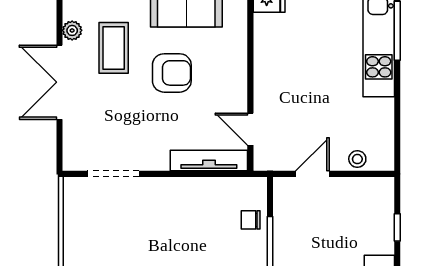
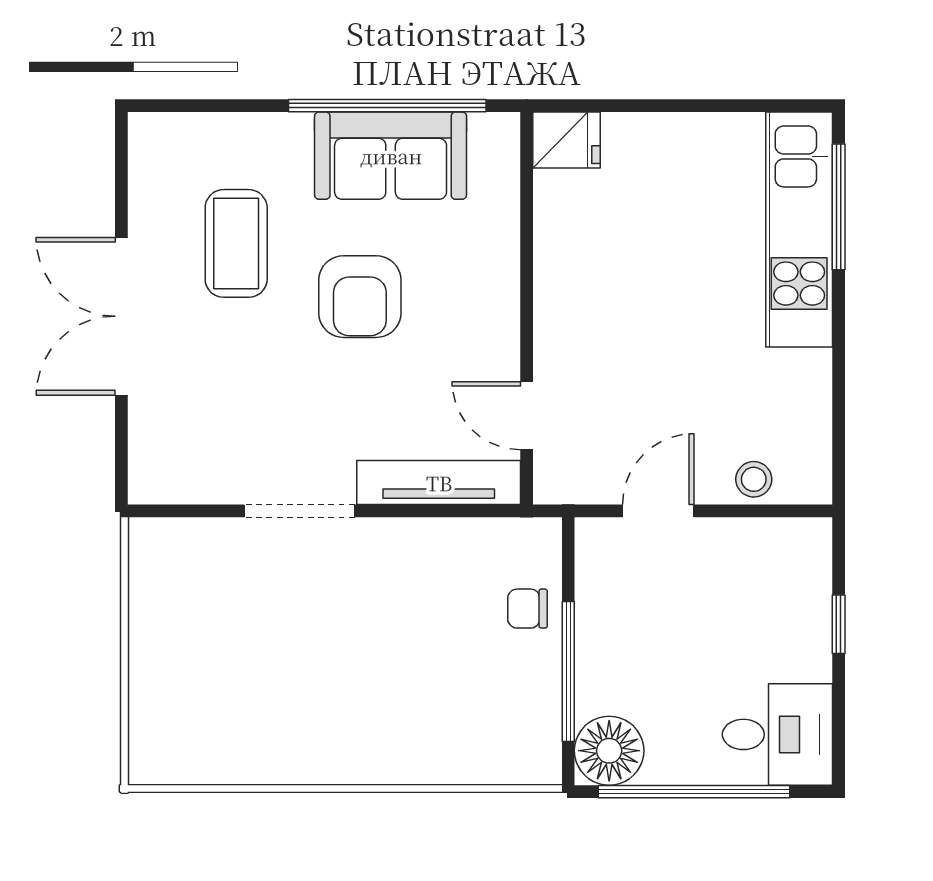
plant: (72, 30) -> (148, 206), removed
armchair: (172, 73) -> (360, 297), turned 90
doorway: (113, 174) -> (299, 511), moved

